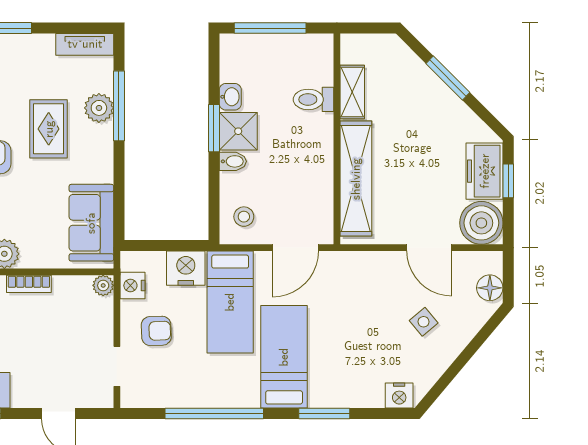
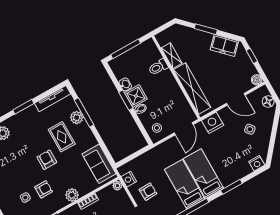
tv unit: (85, 44) -> (53, 99), width x1.41
freezer: (485, 171) -> (224, 45), moved, turned -45
boiler: (481, 223) -> (257, 80), width x0.54, depth x0.54
nightstand: (186, 268) -> (213, 123), moved
bed: (230, 302) -> (185, 184), moved, turned 180

